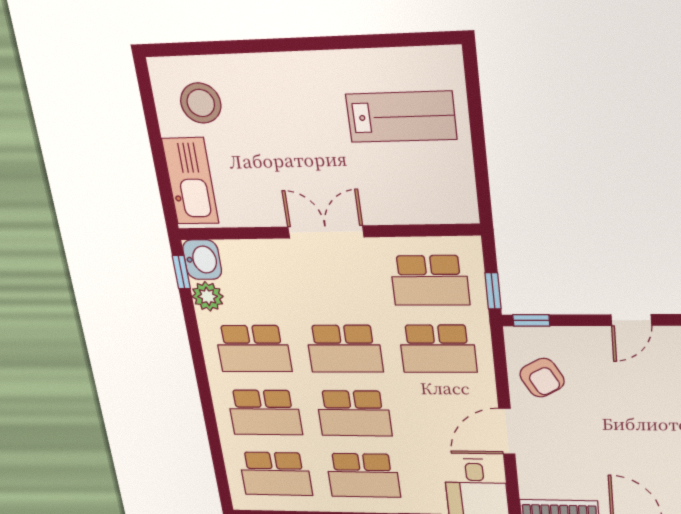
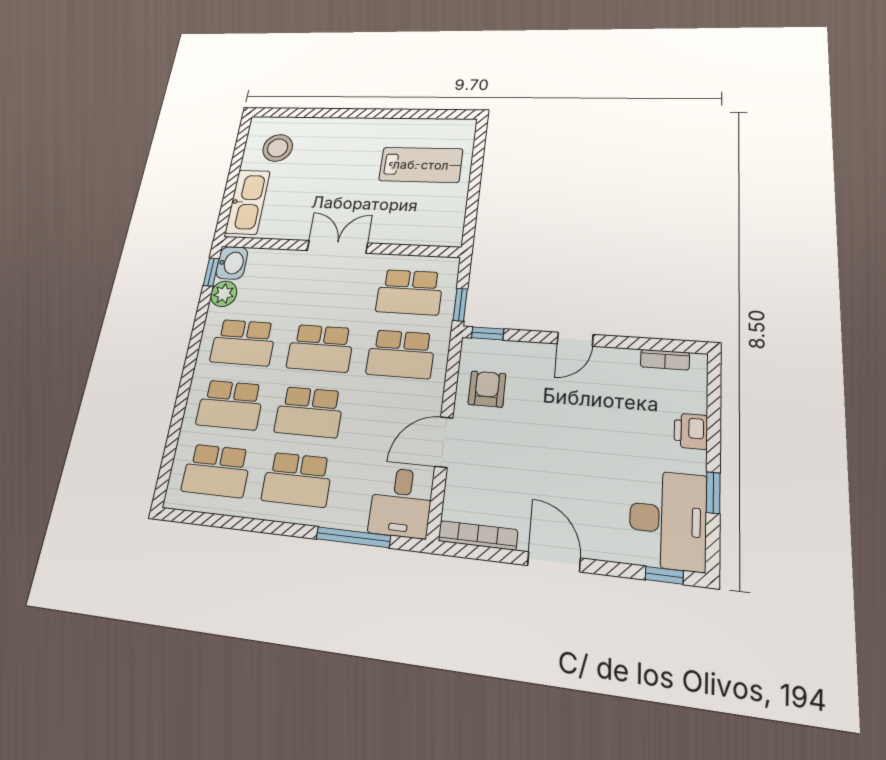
armchair: (542, 378) -> (487, 389), turned -151

